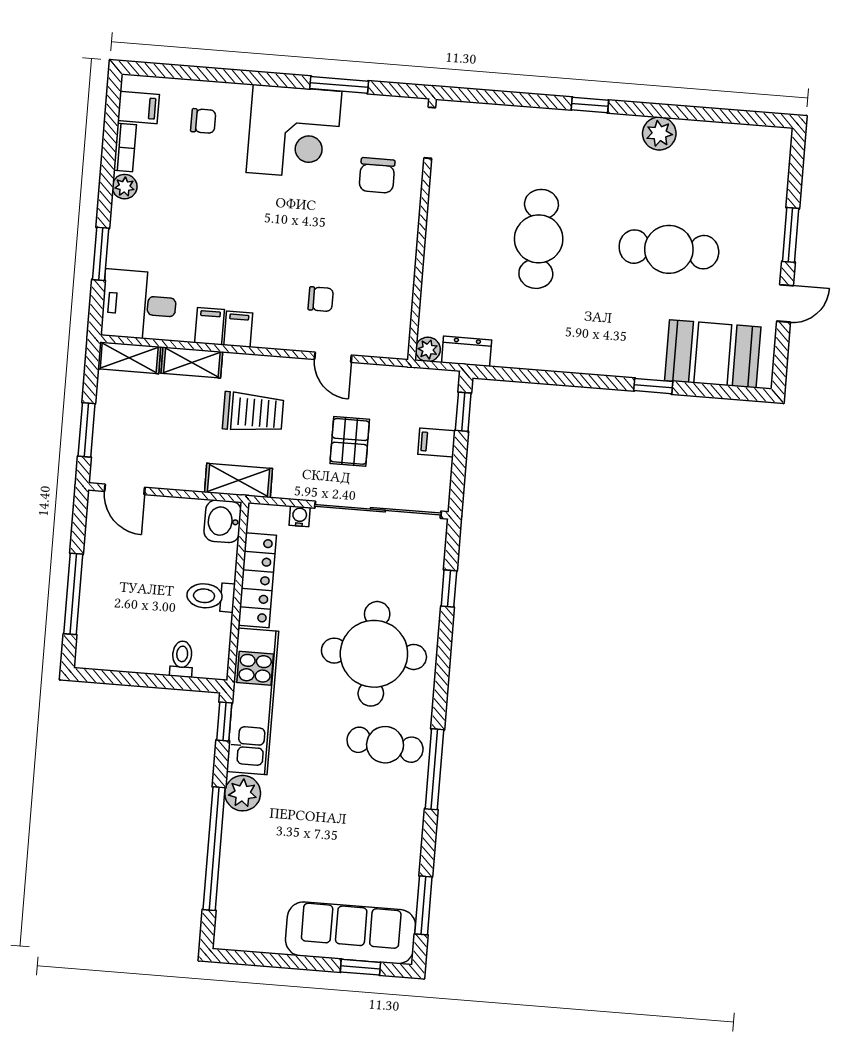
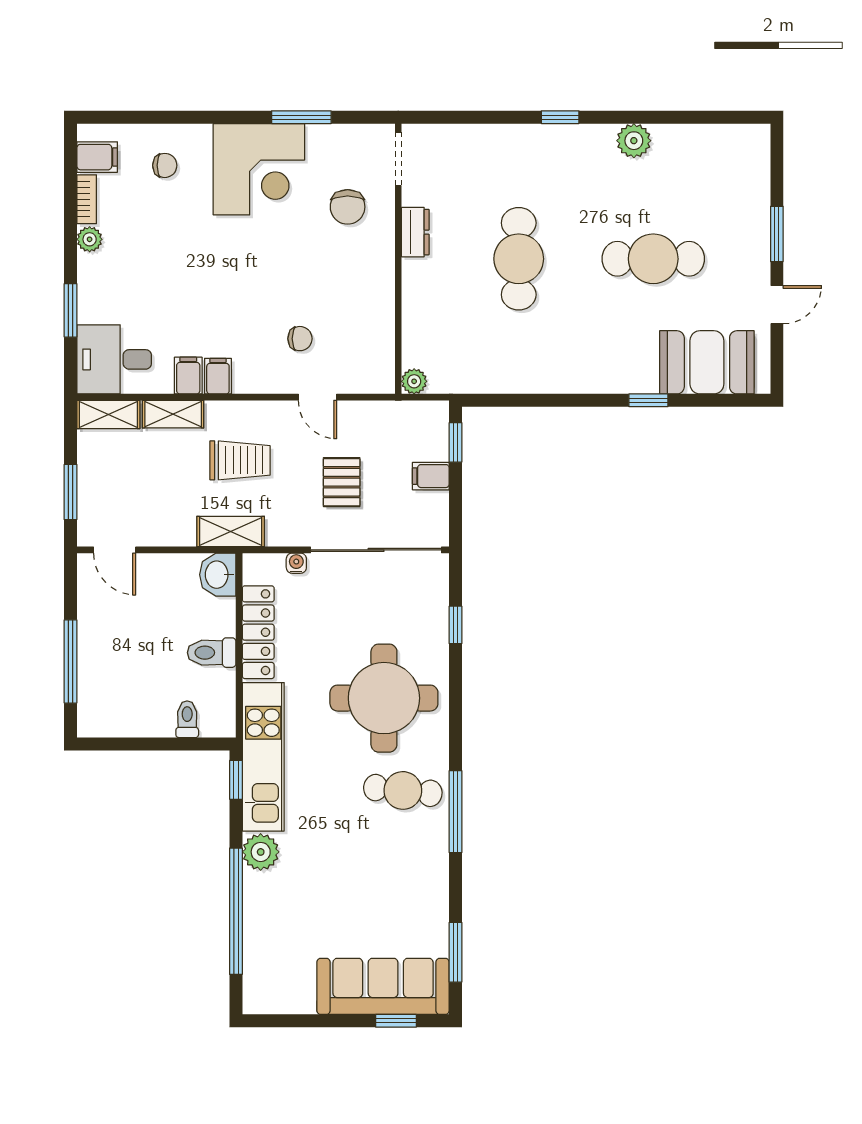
dresser: (467, 351) -> (415, 232), moved, turned 90

